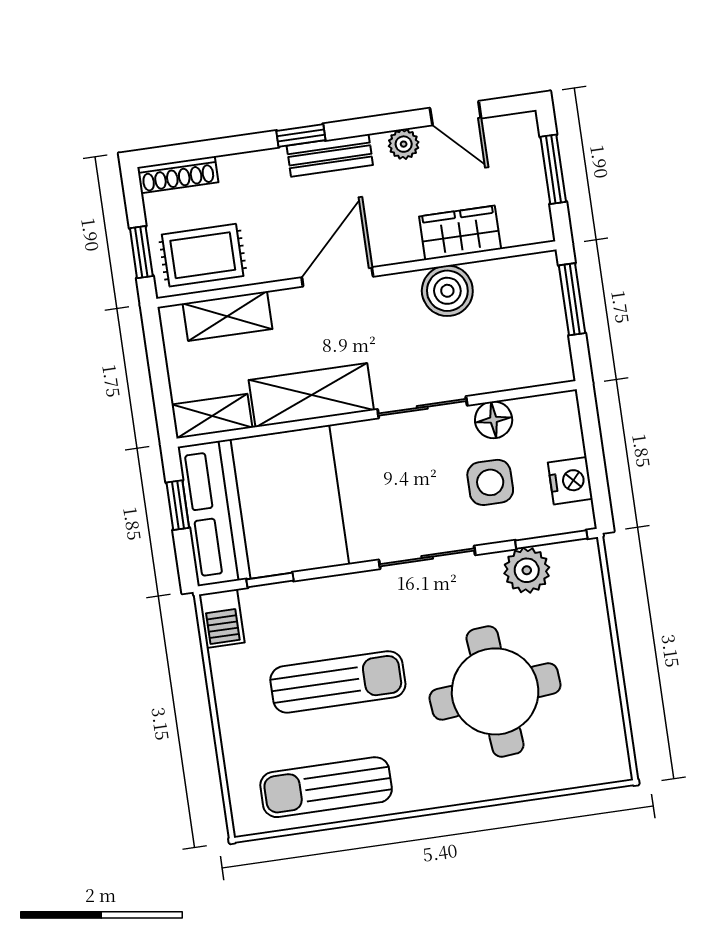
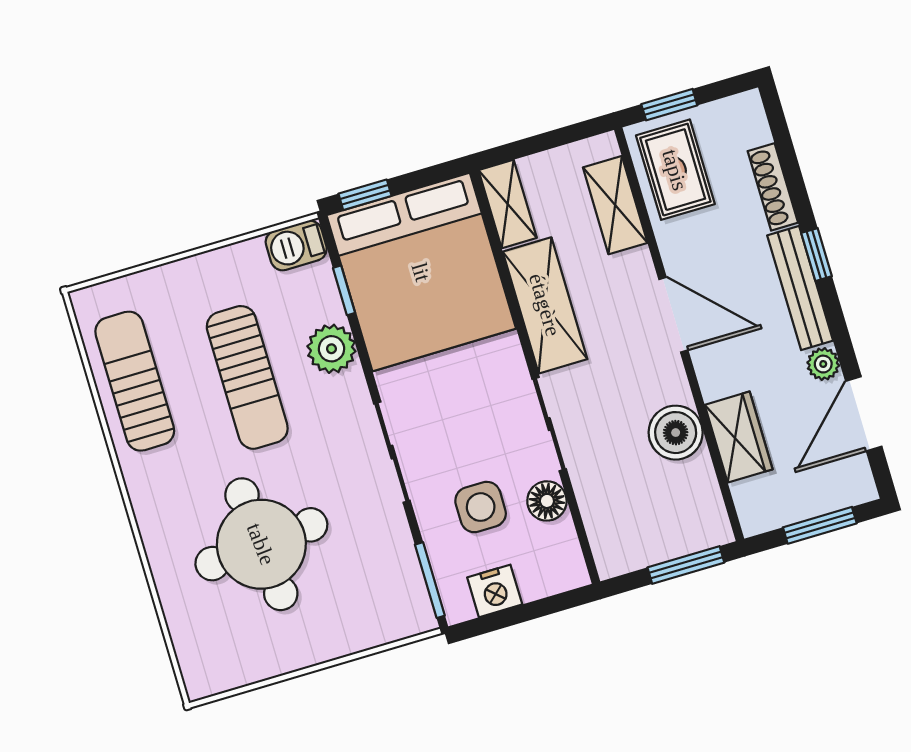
door: (455, 113) -> (864, 414), width x1.38
bench: (330, 155) -> (800, 288), width x1.36
shoe rack: (178, 175) -> (773, 187), moved
window: (178, 505) -> (365, 195), moved
plant: (527, 570) -> (331, 349), moved

